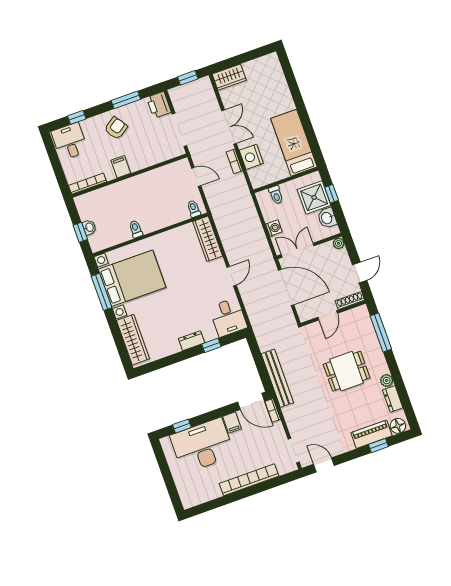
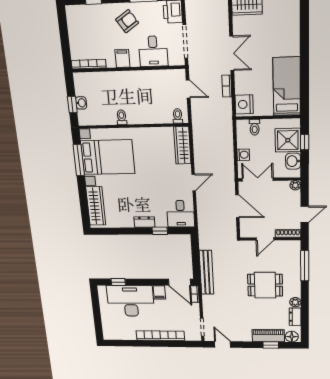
desk: (70, 141) -> (153, 51), moved, turned 180
nightstand: (251, 157) -> (244, 104), moved
door: (286, 287) -> (237, 206), width x0.73

